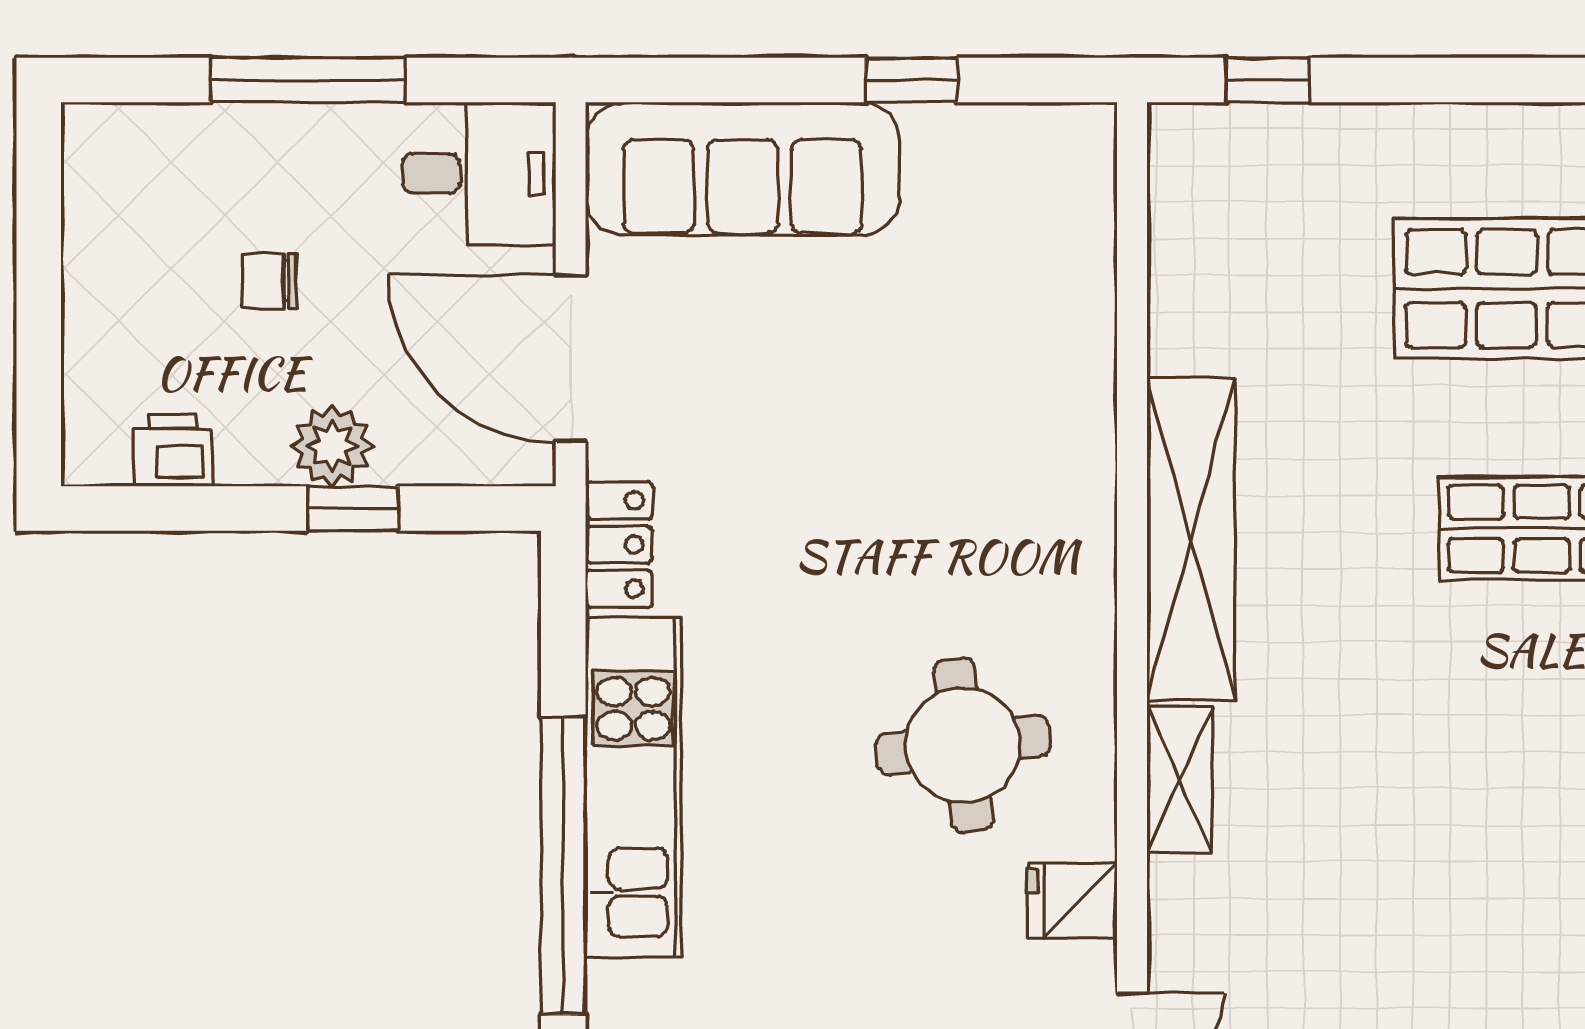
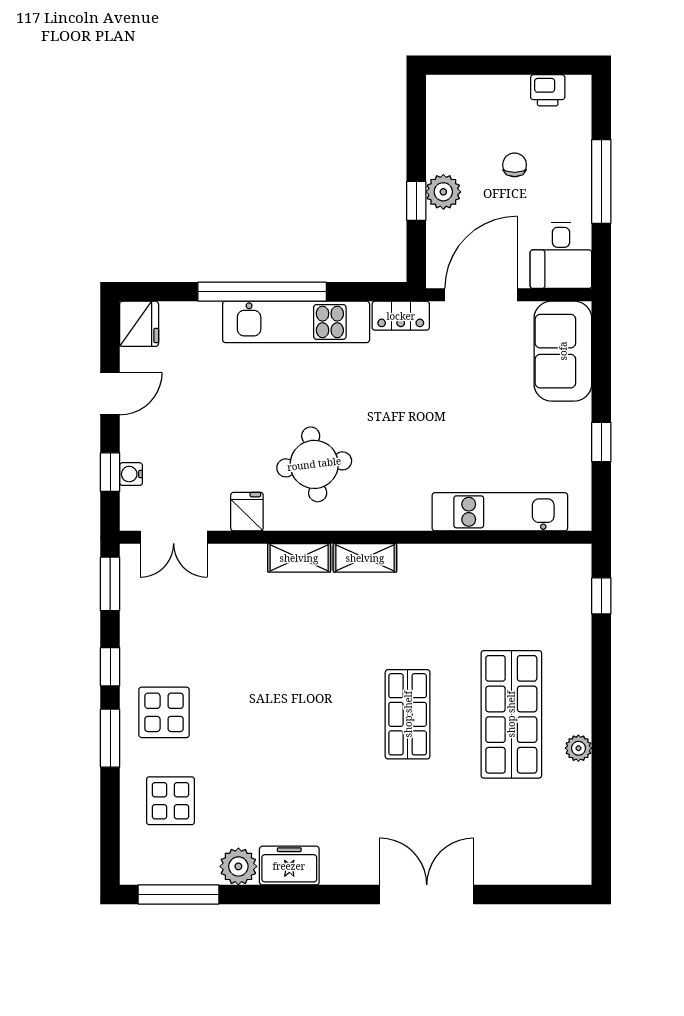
sofa: (743, 169) -> (563, 351), width x0.73
kitchen unit: (1073, 315) -> (500, 512), added
printer: (173, 450) -> (548, 90), moved, turned 90
shelving: (1191, 539) -> (365, 558), width x0.45, depth x0.75

